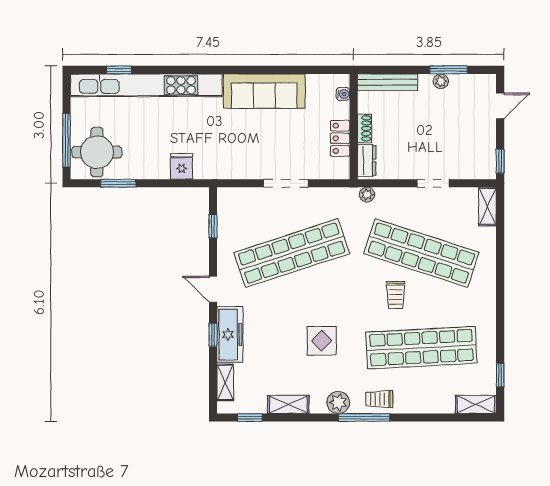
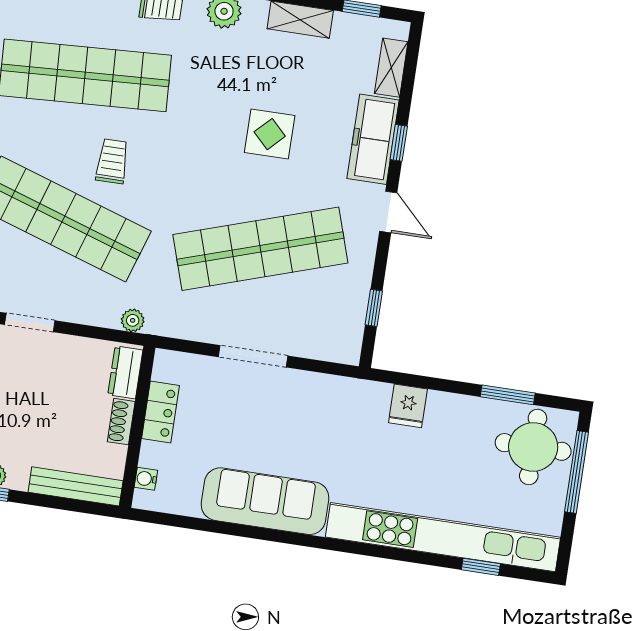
display table: (322, 341) -> (270, 134), moved

